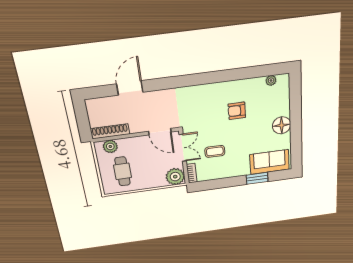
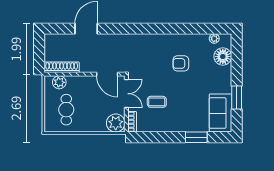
floor lamp: (282, 125) -> (223, 57), moved
window: (296, 136) -> (237, 98), added
sofa: (269, 162) -> (220, 113), moved, turned -90

